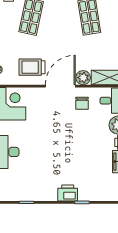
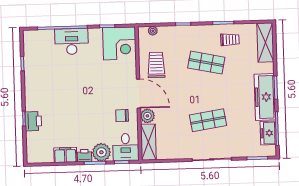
printer: (68, 193) -> (33, 121), moved

